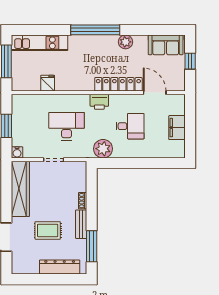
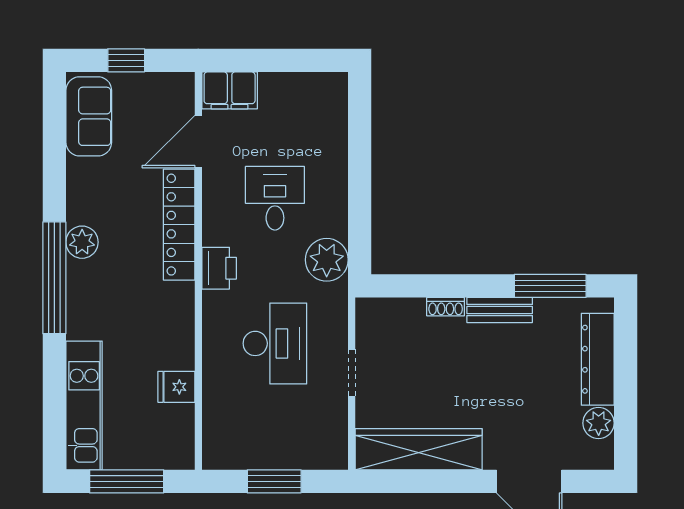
plant: (126, 42) -> (82, 242), moved
desk: (67, 126) -> (275, 343), turned 180
filing cabinet: (177, 128) -> (230, 90), moved
water cooler: (17, 152) -> (335, 457), removed
rug: (48, 230) -> (514, 387), removed
plant: (32, 267) -> (599, 423), added

